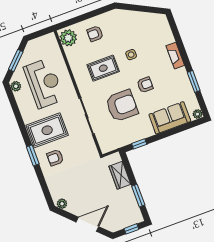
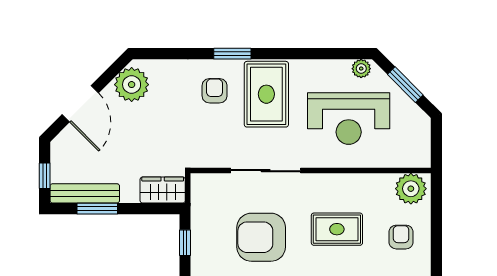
rug: (103, 68) -> (337, 229), turned 90
armchair: (122, 106) -> (261, 237), turned 90
wardrobe: (120, 175) -> (163, 190), moved
plant: (62, 204) -> (132, 85), width x1.88, depth x1.88
bench: (133, 205) -> (85, 193), added

